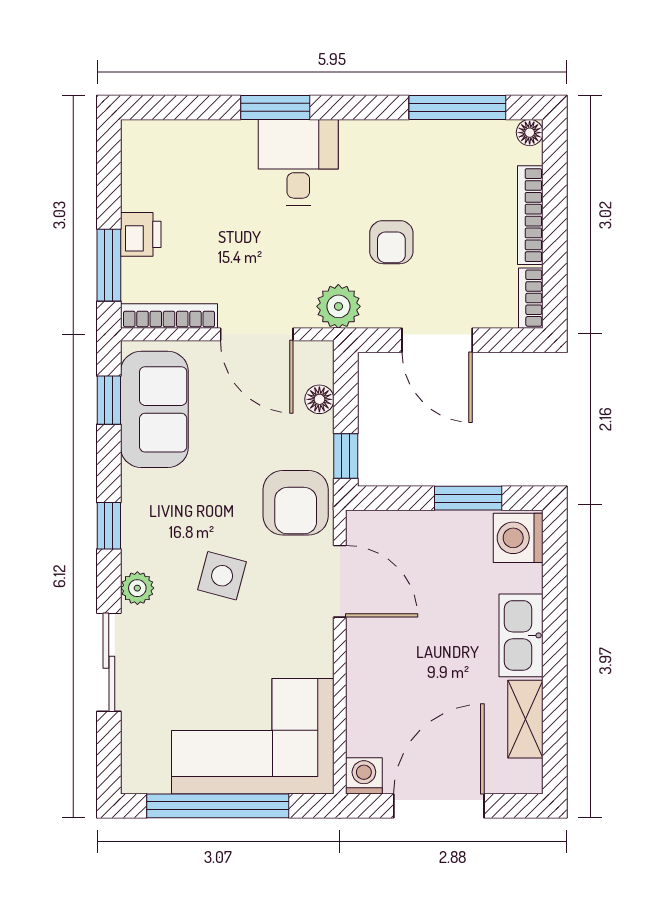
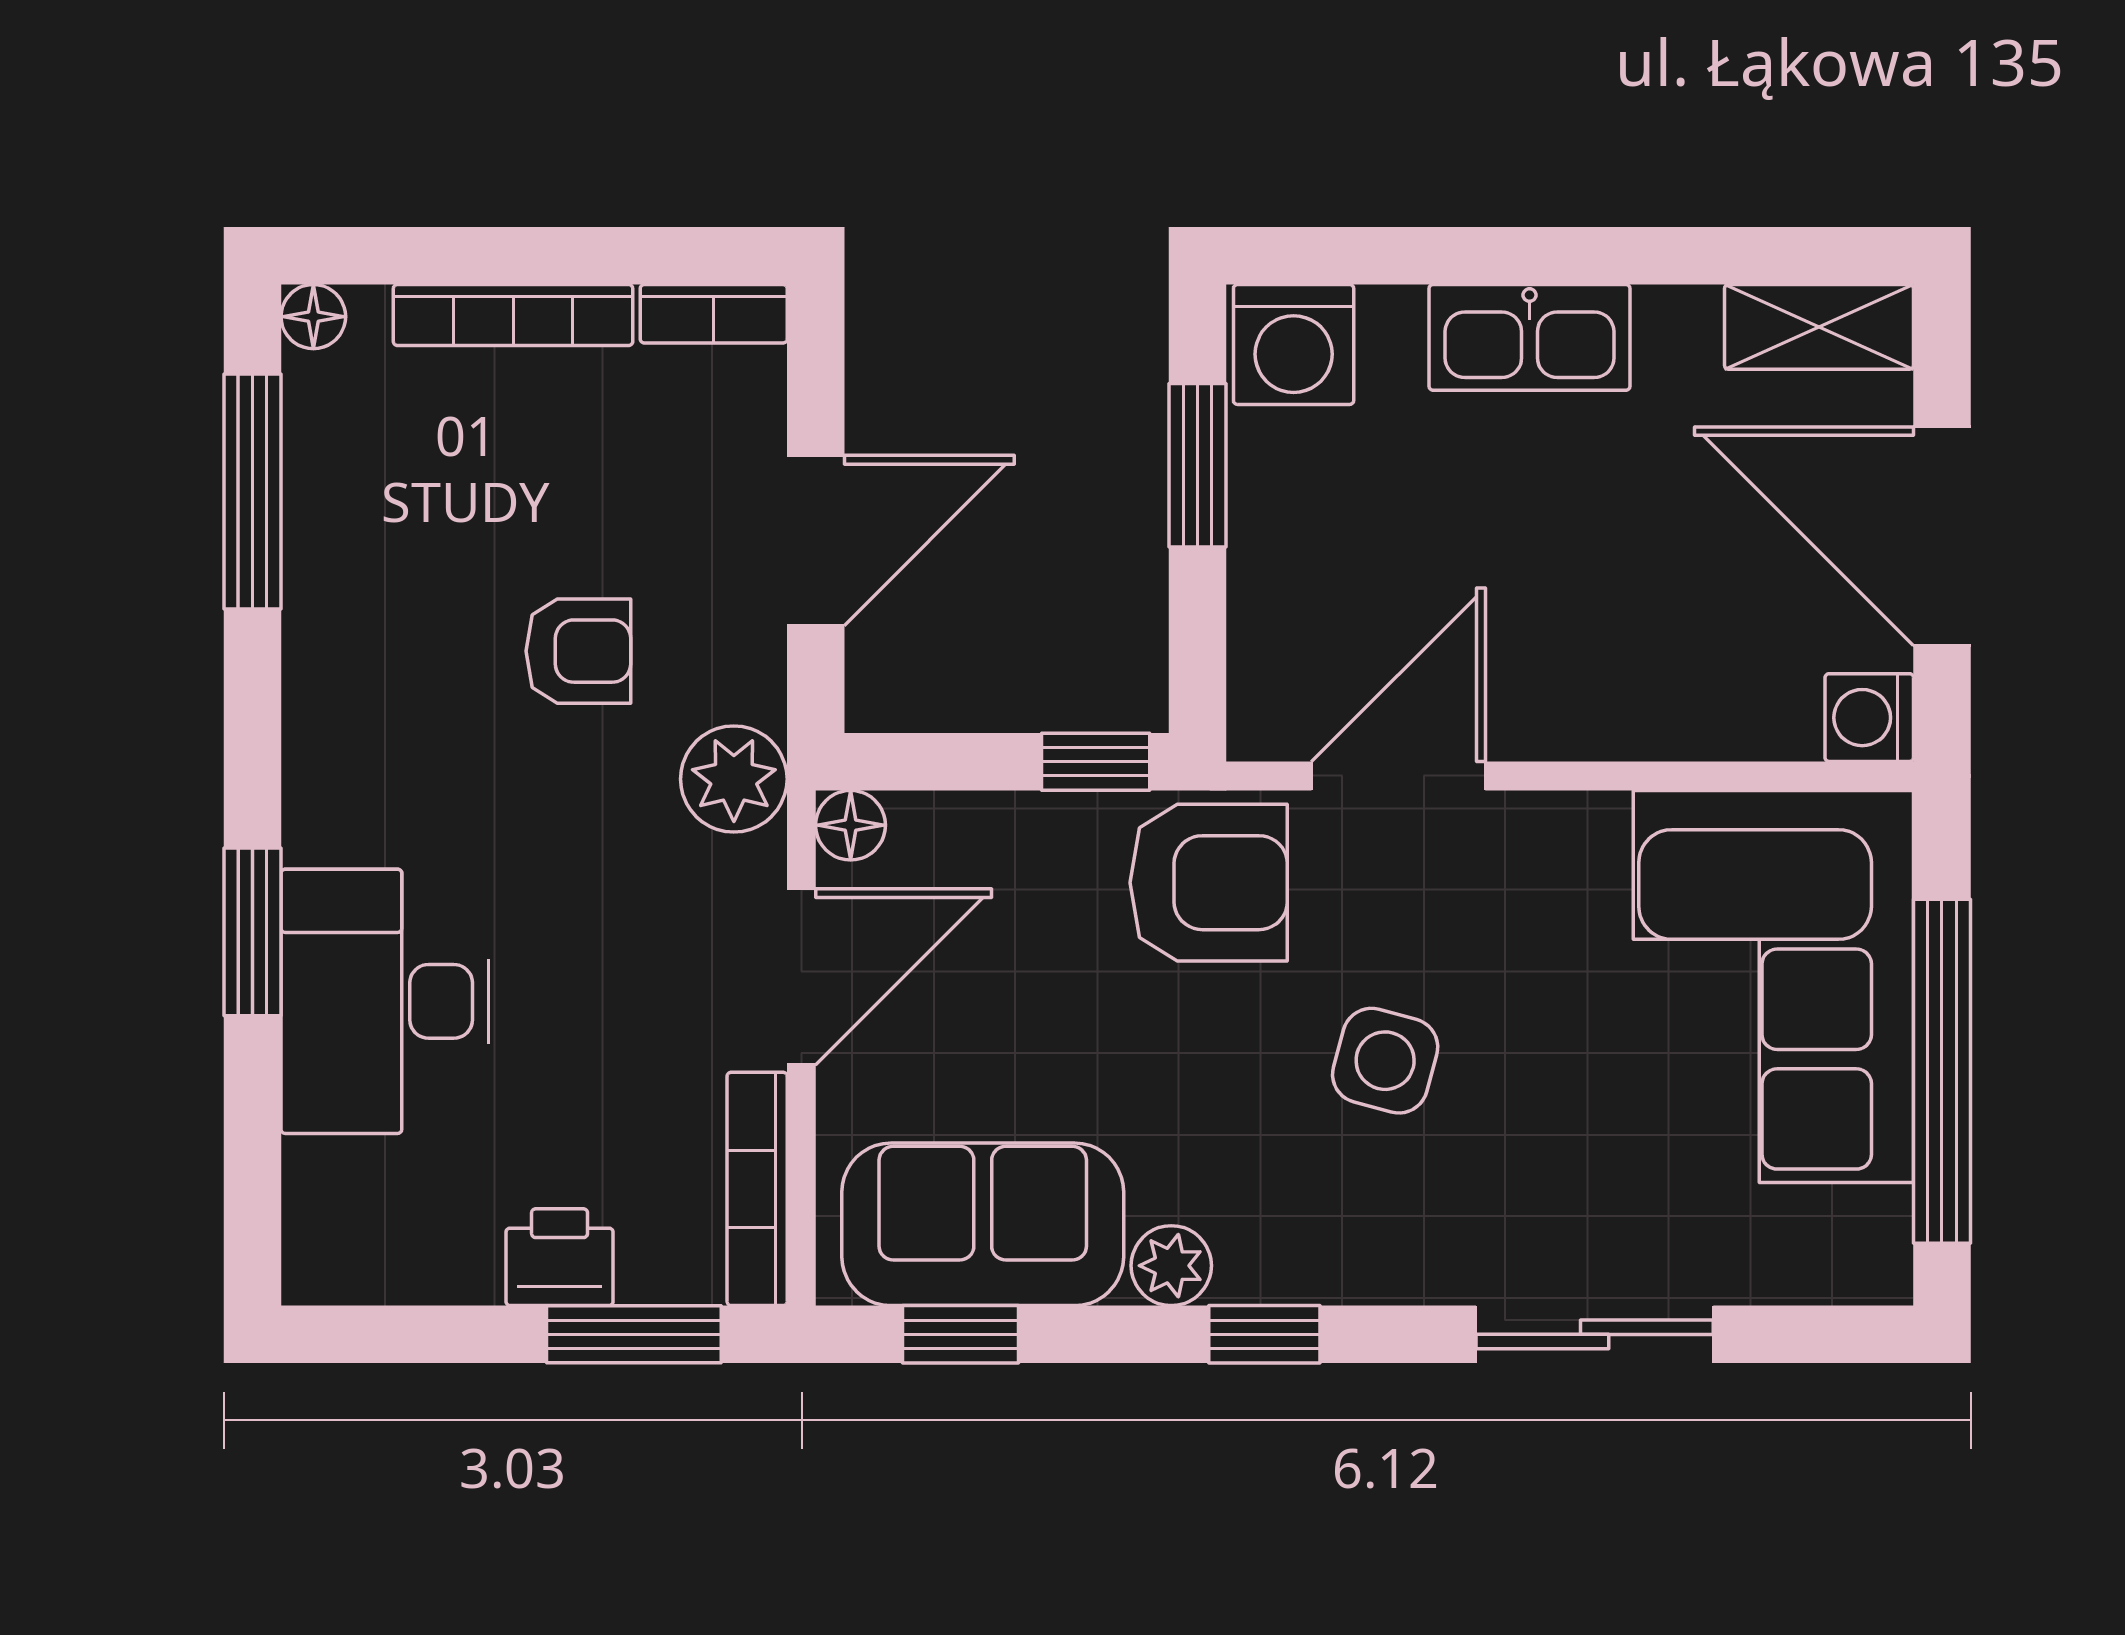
desk: (298, 162) -> (385, 1001), moved, width x1.37
floor lamp: (319, 399) -> (851, 825), moved
plant: (137, 588) -> (1171, 1266), moved
shelving: (525, 719) -> (1819, 327), moved

